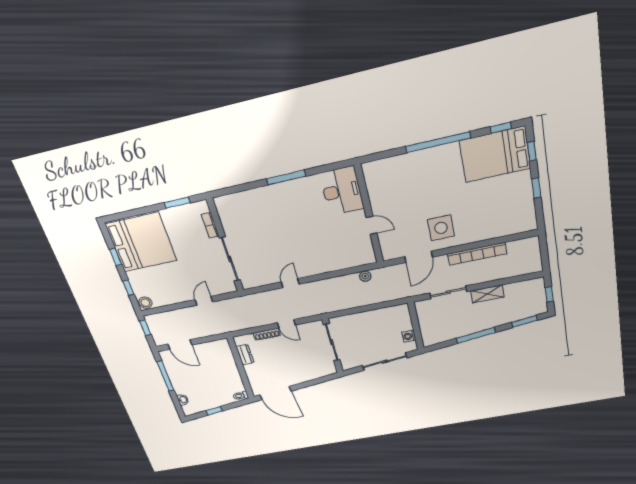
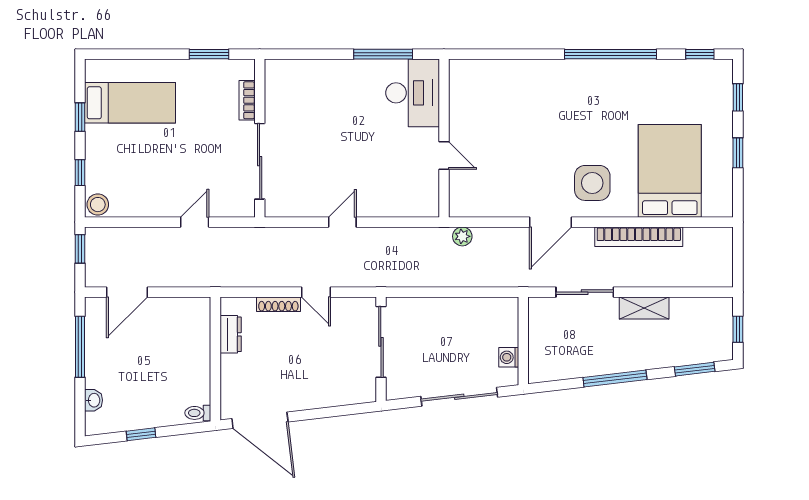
bed: (495, 155) -> (670, 171), moved, turned 90
desk: (342, 191) -> (413, 93), moved
wall: (369, 215) -> (444, 138), moved
door: (372, 225) -> (444, 156), moved
bed: (141, 242) -> (130, 103), width x0.49
door: (180, 345) -> (127, 292), hinge flipped

